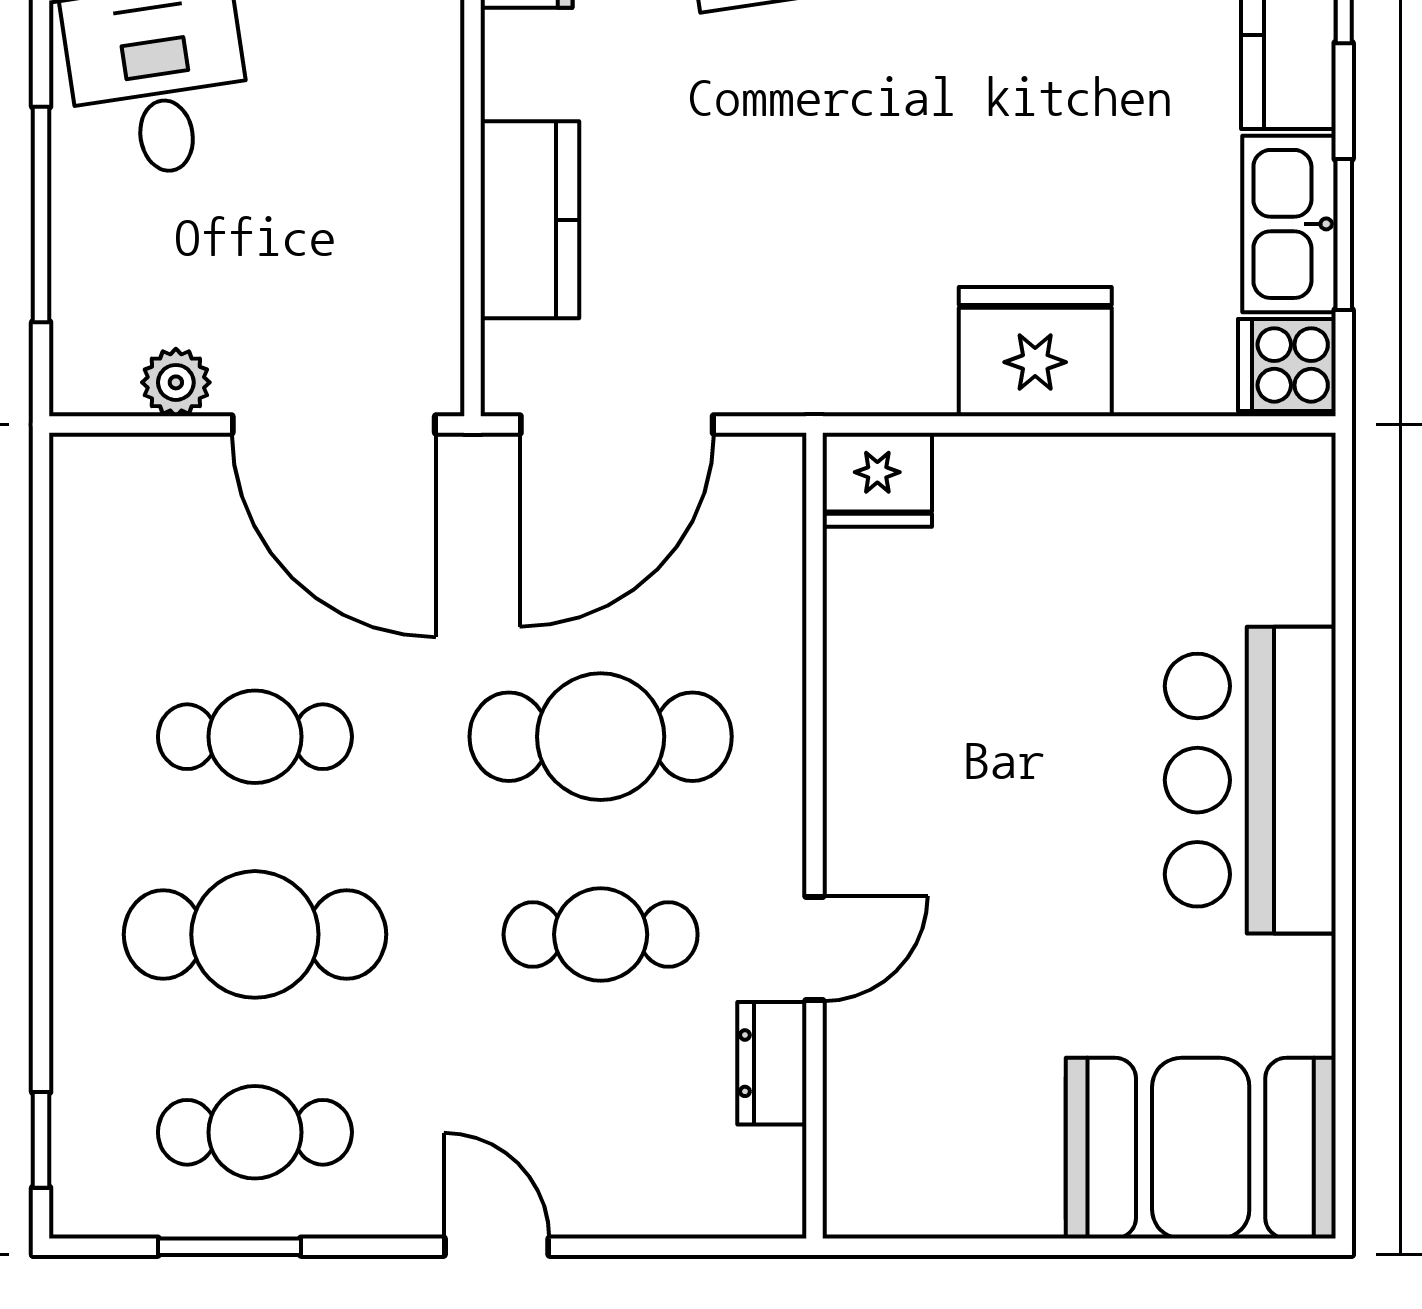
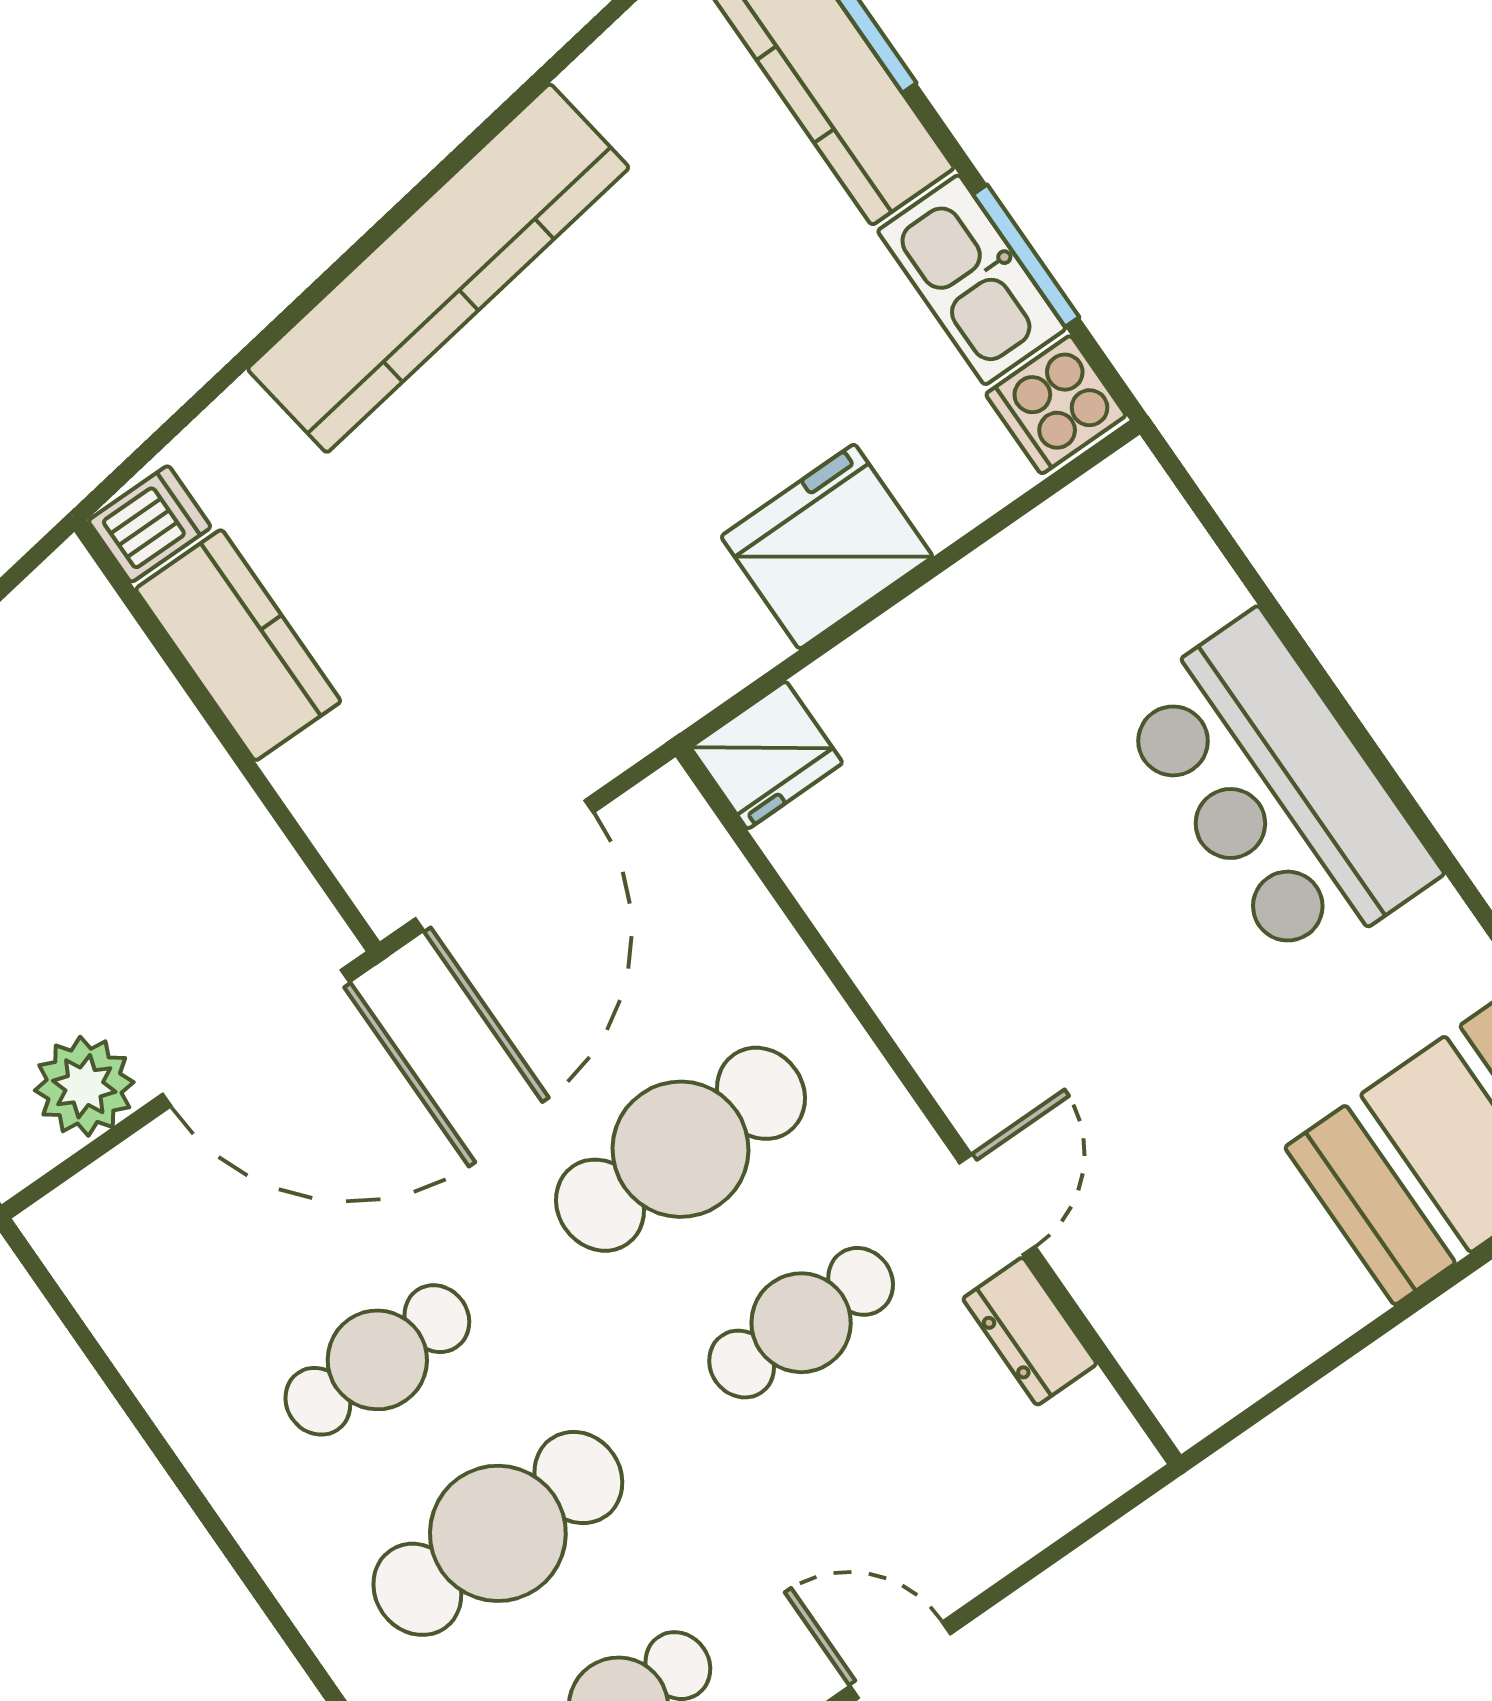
kitchen counter: (530, 220) -> (238, 645), moved
plant: (176, 382) -> (84, 1086), width x1.38, depth x1.38

